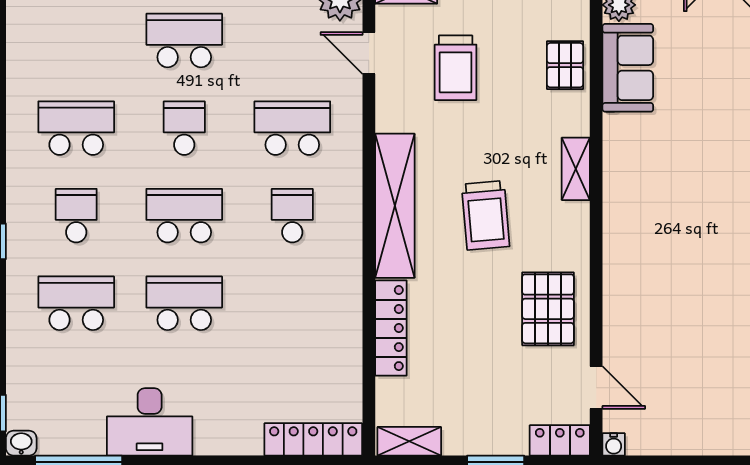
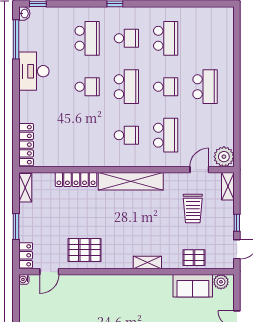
trolley: (456, 68) -> (193, 208), turned -90
trolley: (486, 215) -> (127, 222), removed
school desk: (184, 303) -> (87, 87), width x0.54

